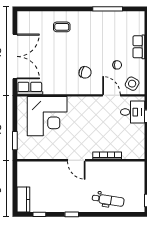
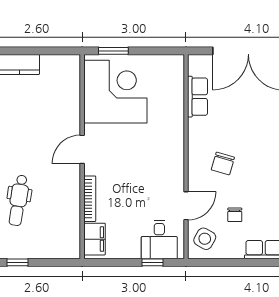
row of seats: (30, 88) -> (198, 97), moved
corner desk: (47, 116) -> (115, 92), moved, turned 180
filing cabinet: (132, 153) -> (94, 239), added

